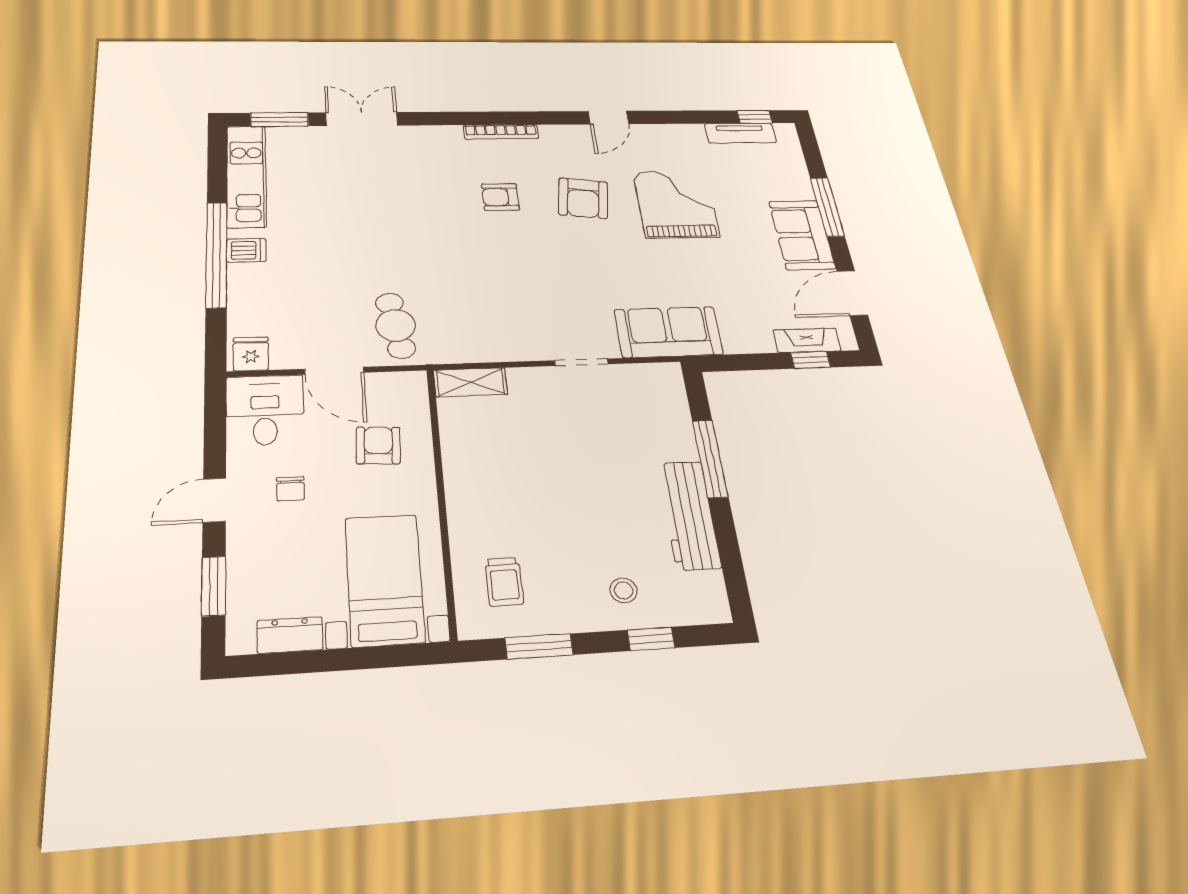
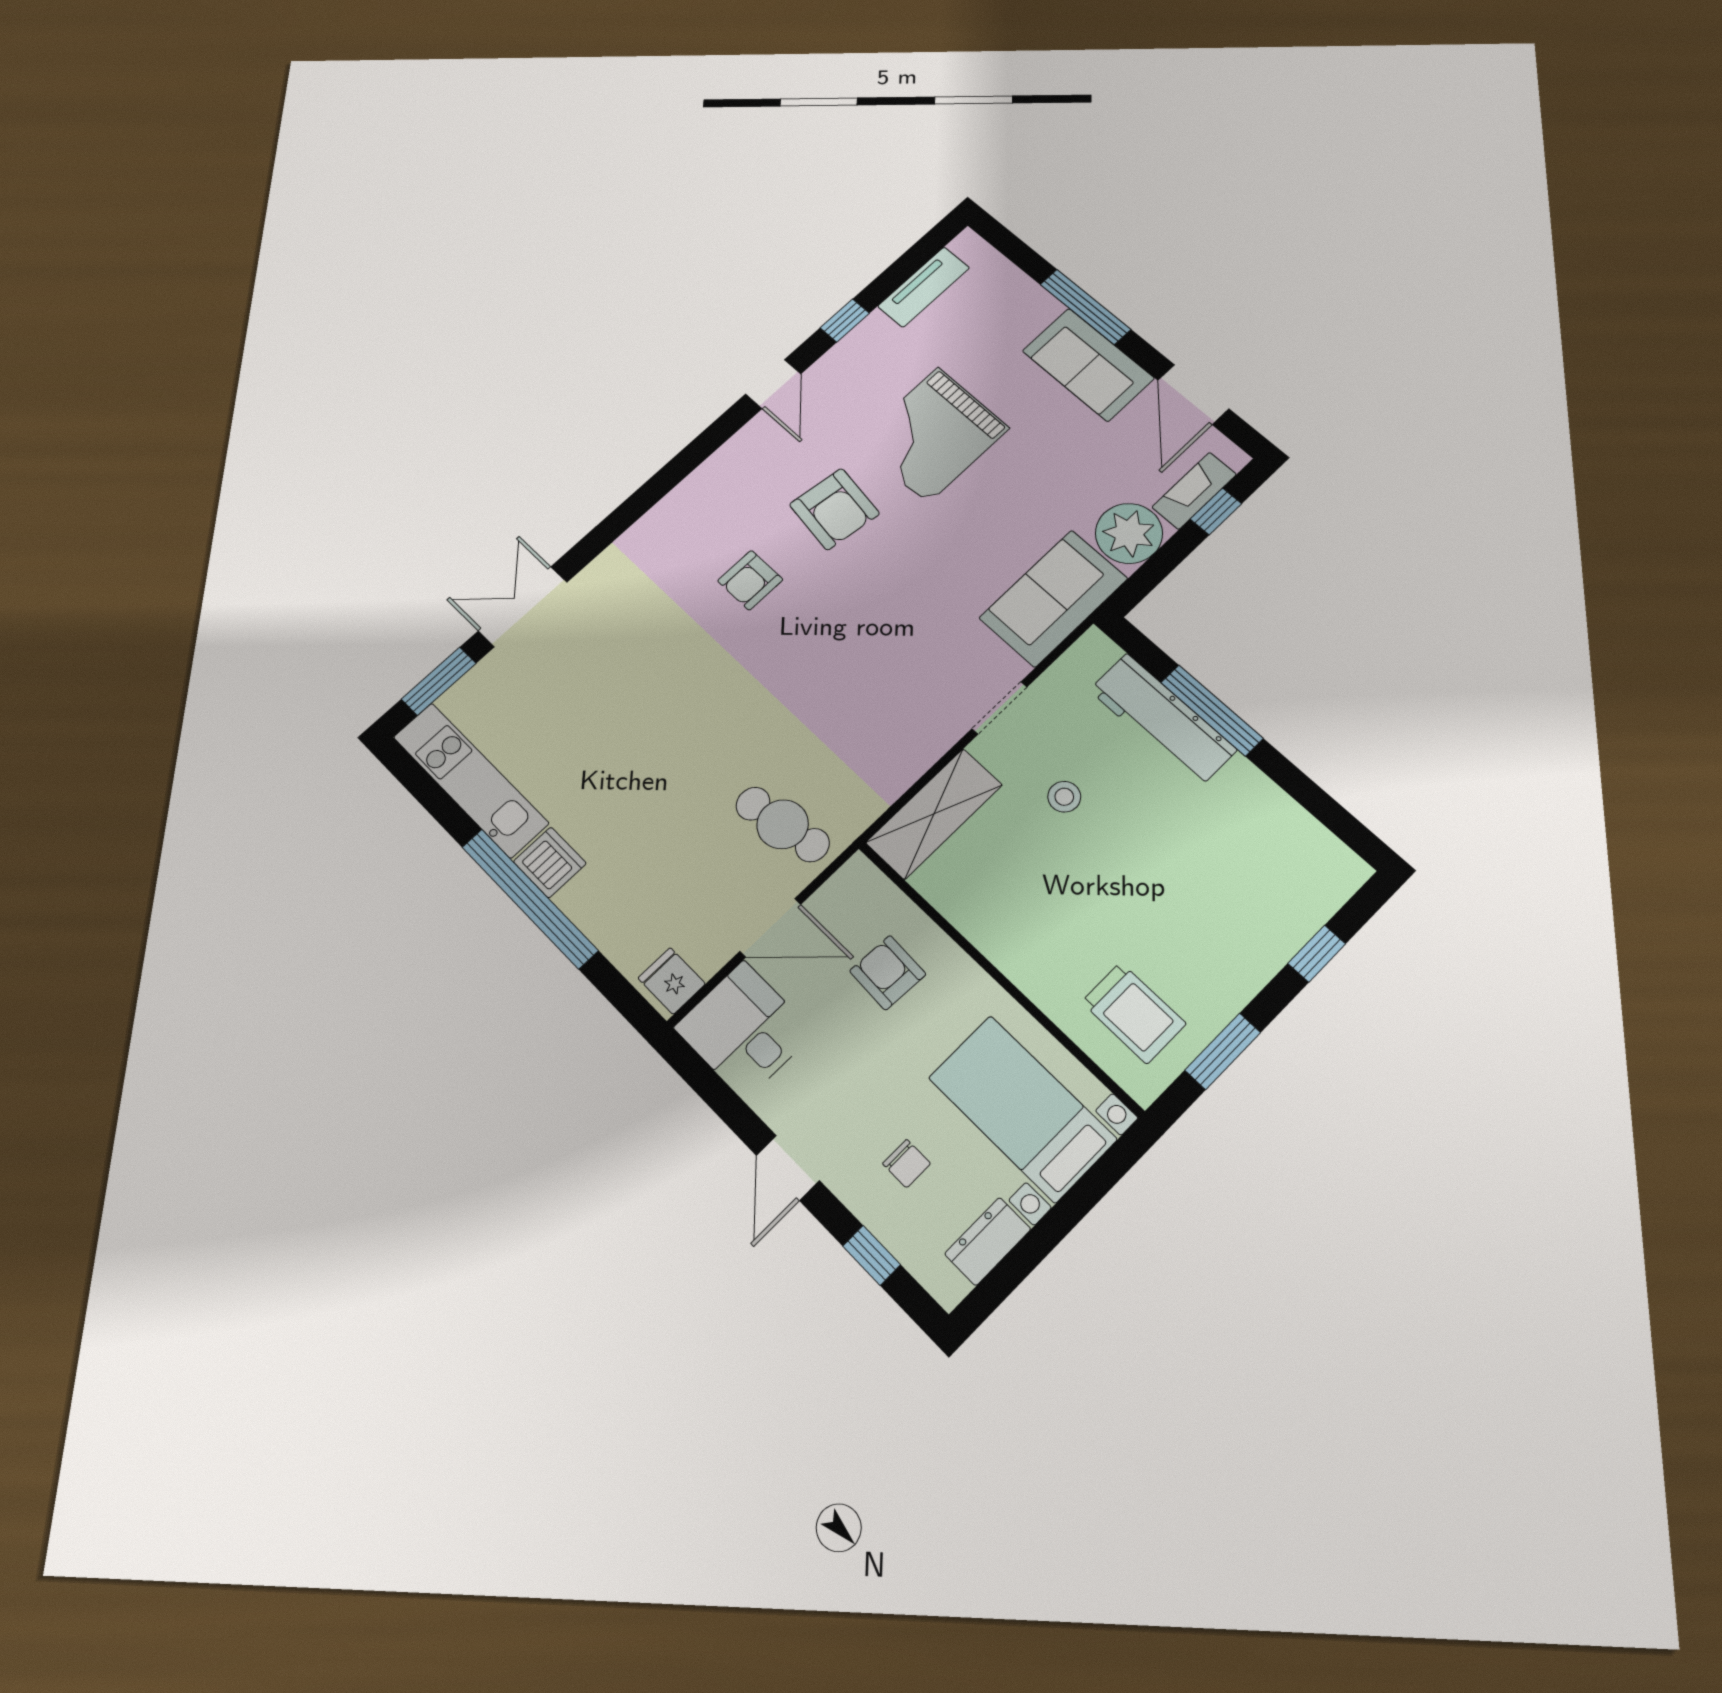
window: (755, 117) -> (845, 321), moved
bookcase: (501, 132) -> (680, 498), removed
grand piano: (676, 204) -> (933, 435), turned -90
dishwasher: (246, 250) -> (550, 862), width x1.38
plant: (746, 333) -> (1129, 533), added
shelving: (470, 382) -> (934, 814), width x1.50, depth x1.33
chair: (290, 489) -> (907, 1164), moved
workbench: (689, 515) -> (1163, 720), moved
trolley: (504, 582) -> (1134, 1013), width x1.36, depth x1.39
window: (214, 586) -> (872, 1255), width x0.67
stool: (624, 590) -> (1064, 797), moved

